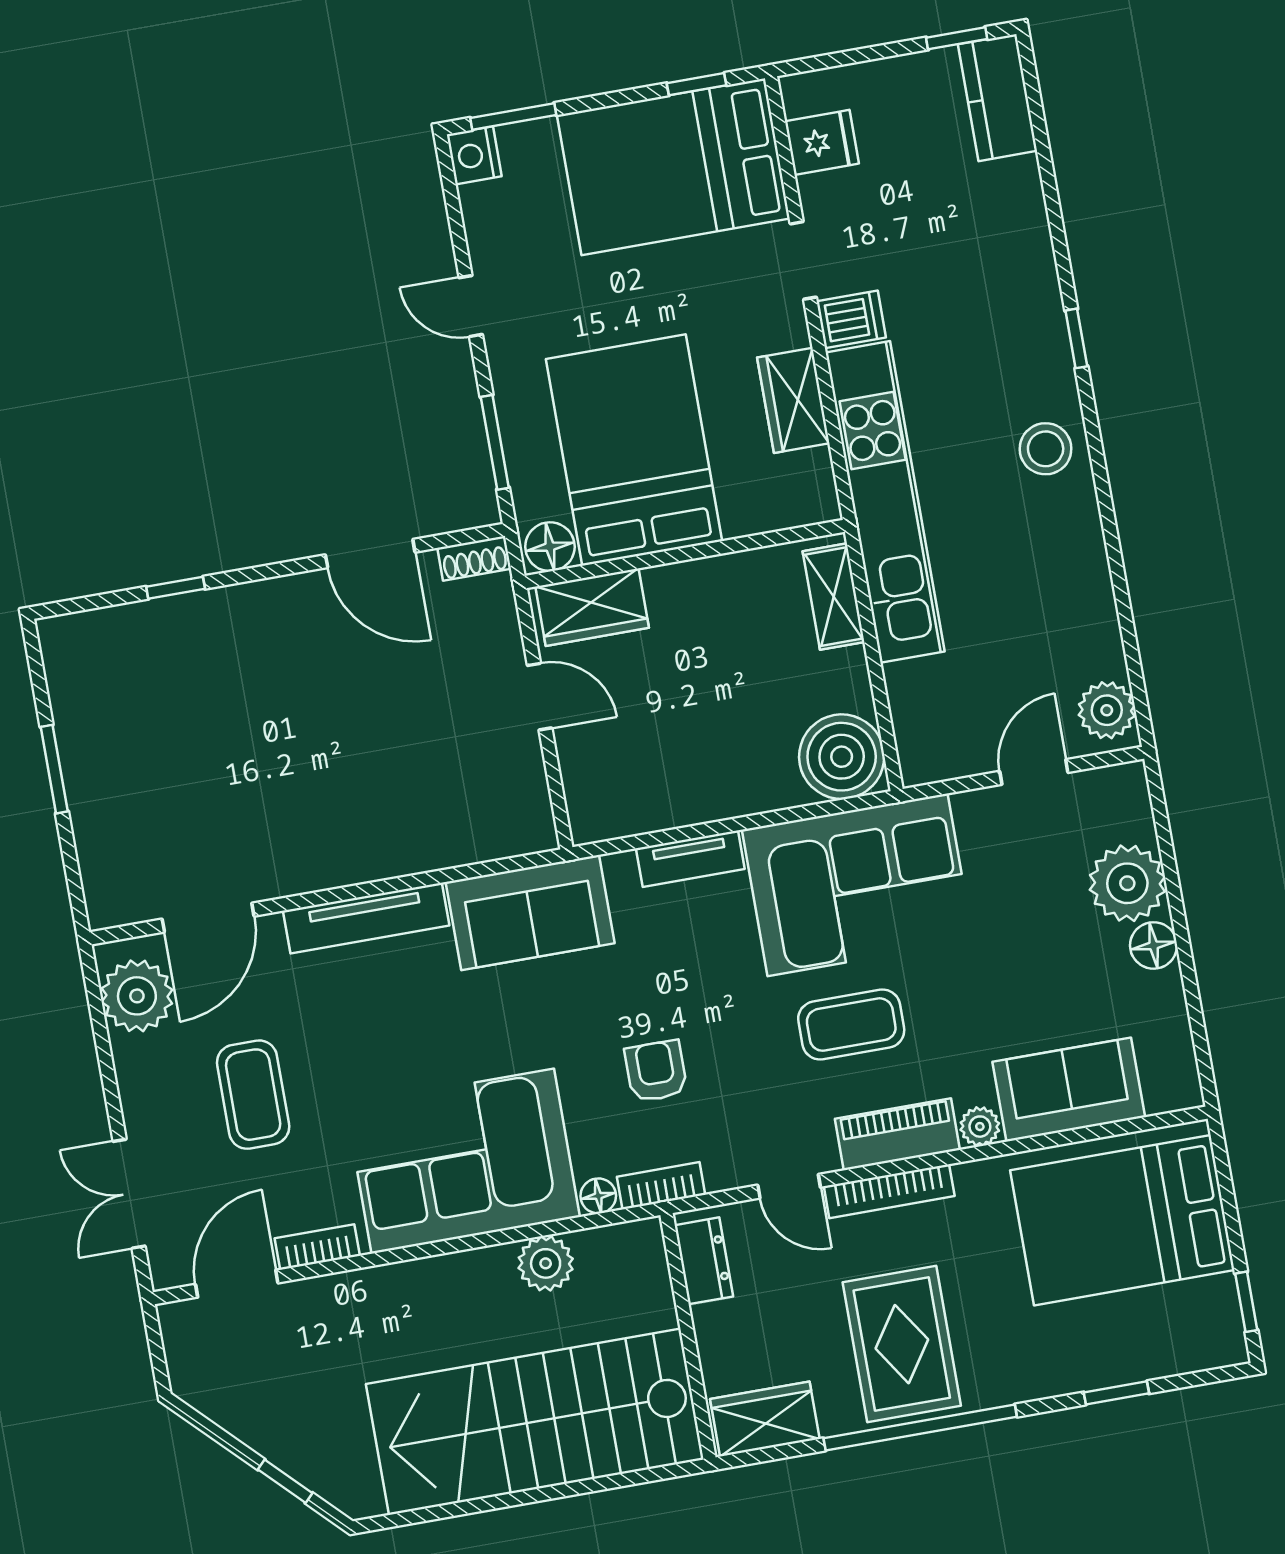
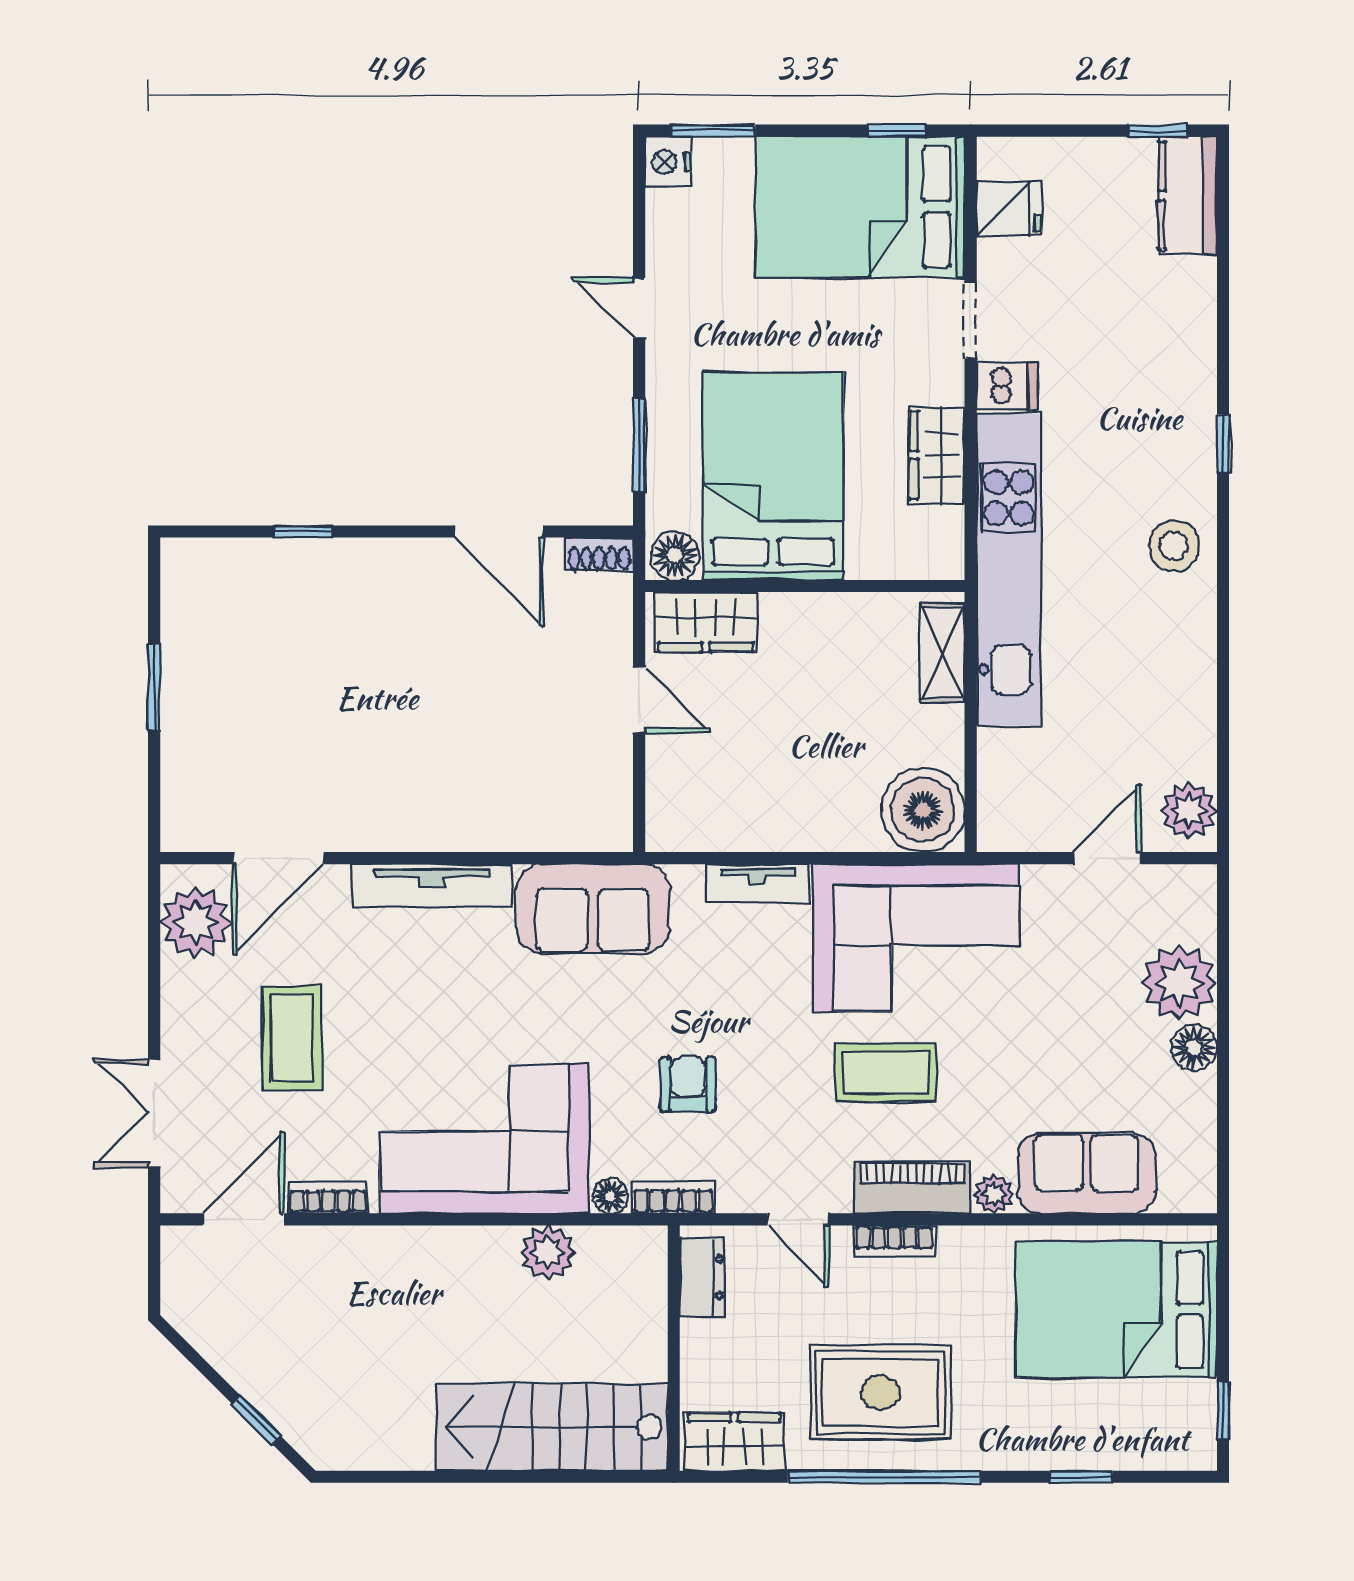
bookcase: (889, 1191) -> (894, 1241), width x0.64
rug: (902, 1344) -> (881, 1392), turned 90
stairs: (535, 1422) -> (552, 1427), width x0.73, depth x0.66

